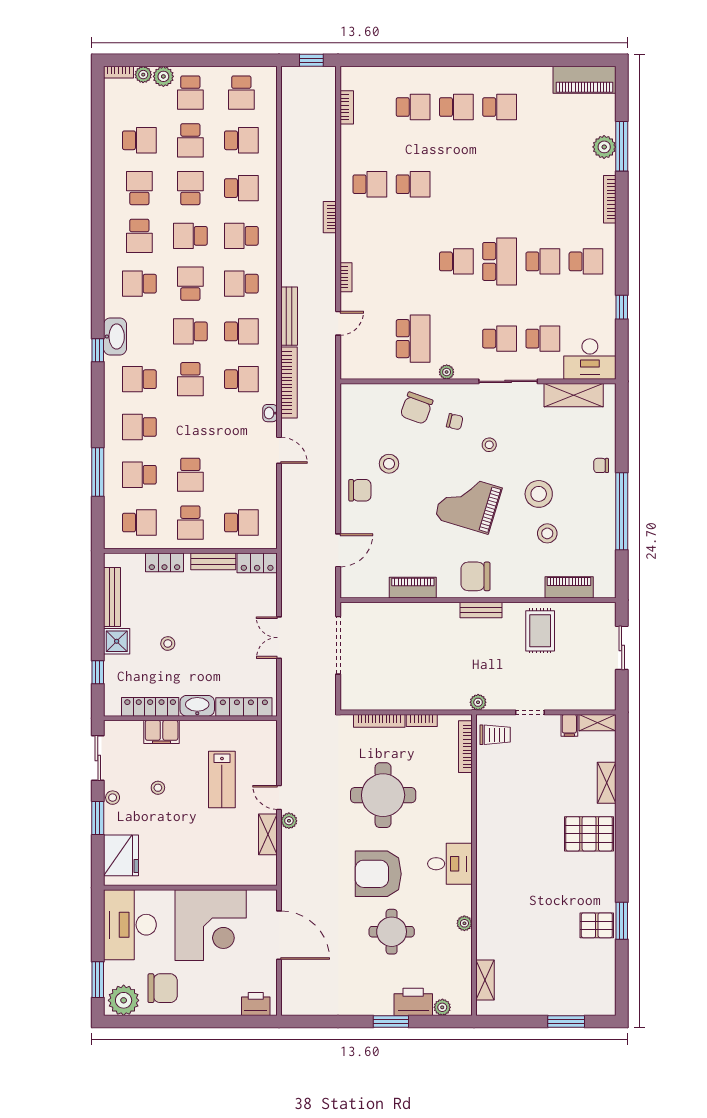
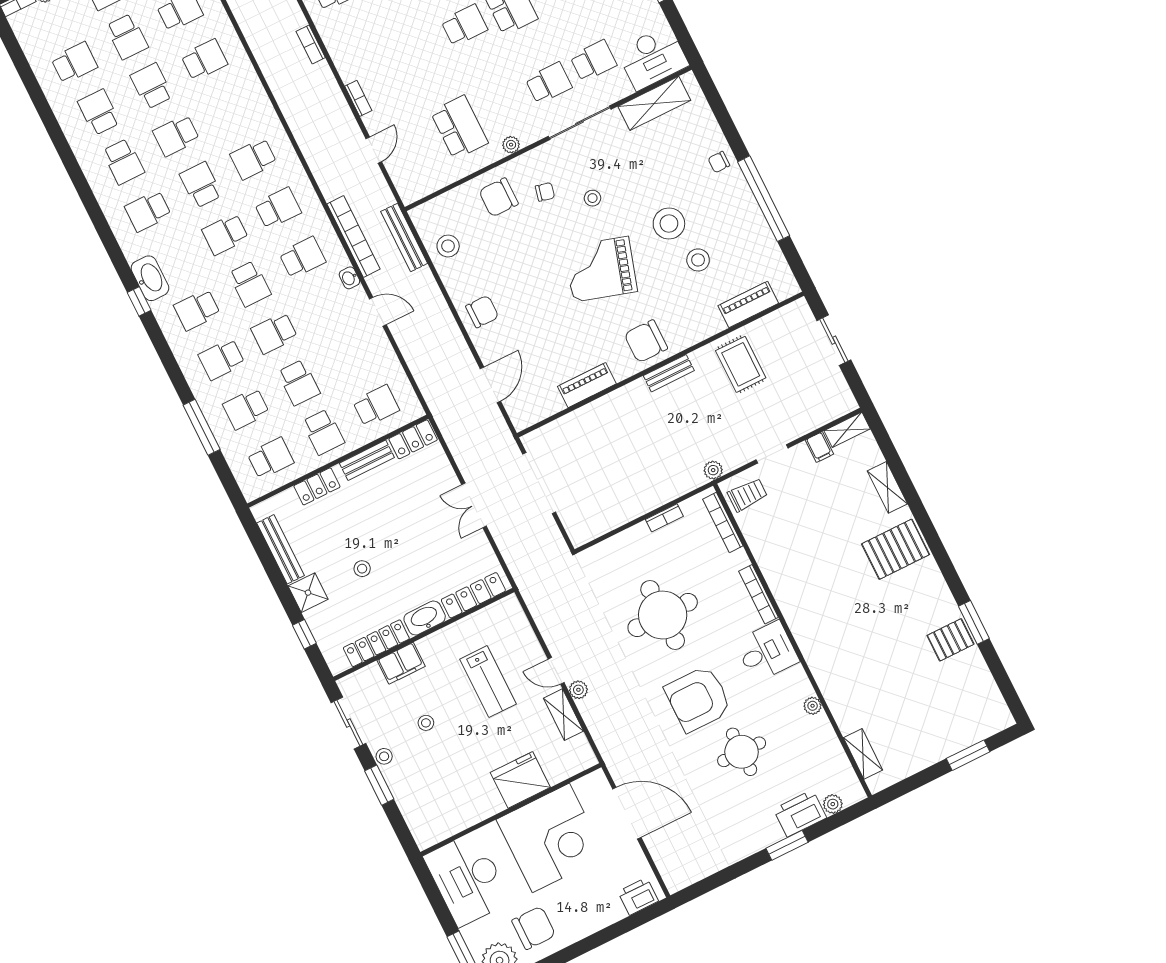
school desk: (241, 236) -> (274, 333), moved
bench: (289, 316) -> (404, 237), moved
chair: (417, 408) -> (499, 197), turned 70
stool: (389, 464) -> (448, 246), moved
bookcase: (379, 721) -> (759, 594), moved, turned 90
fridge: (121, 855) -> (520, 780), moved, turned -90

